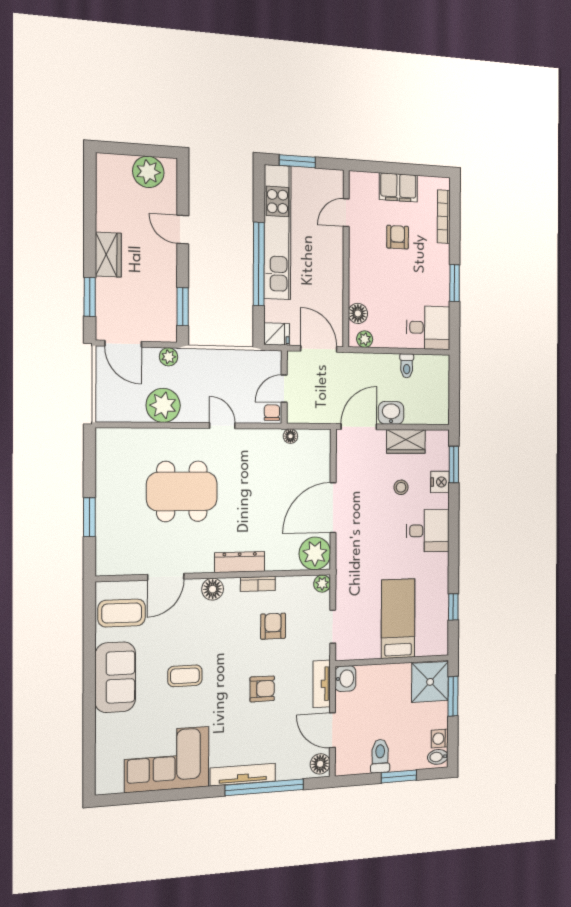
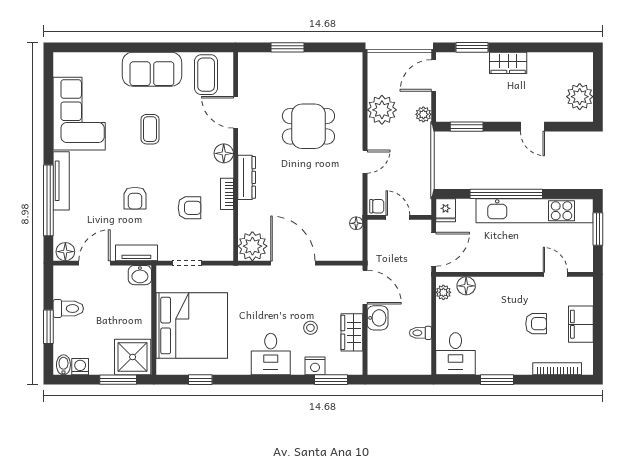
door: (183, 230) -> (532, 127), swing flipped
dining table: (182, 491) -> (308, 126), width x0.73
plant: (322, 584) -> (226, 253), removed
bed: (398, 619) -> (192, 325), width x2.04

